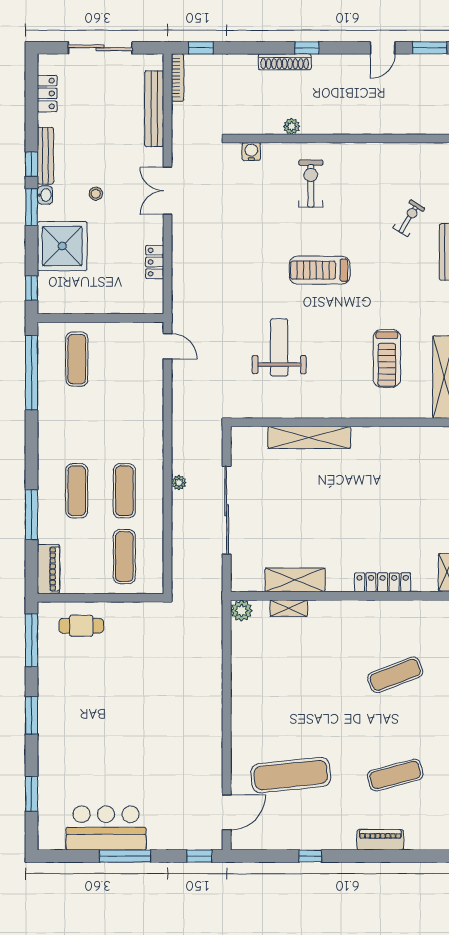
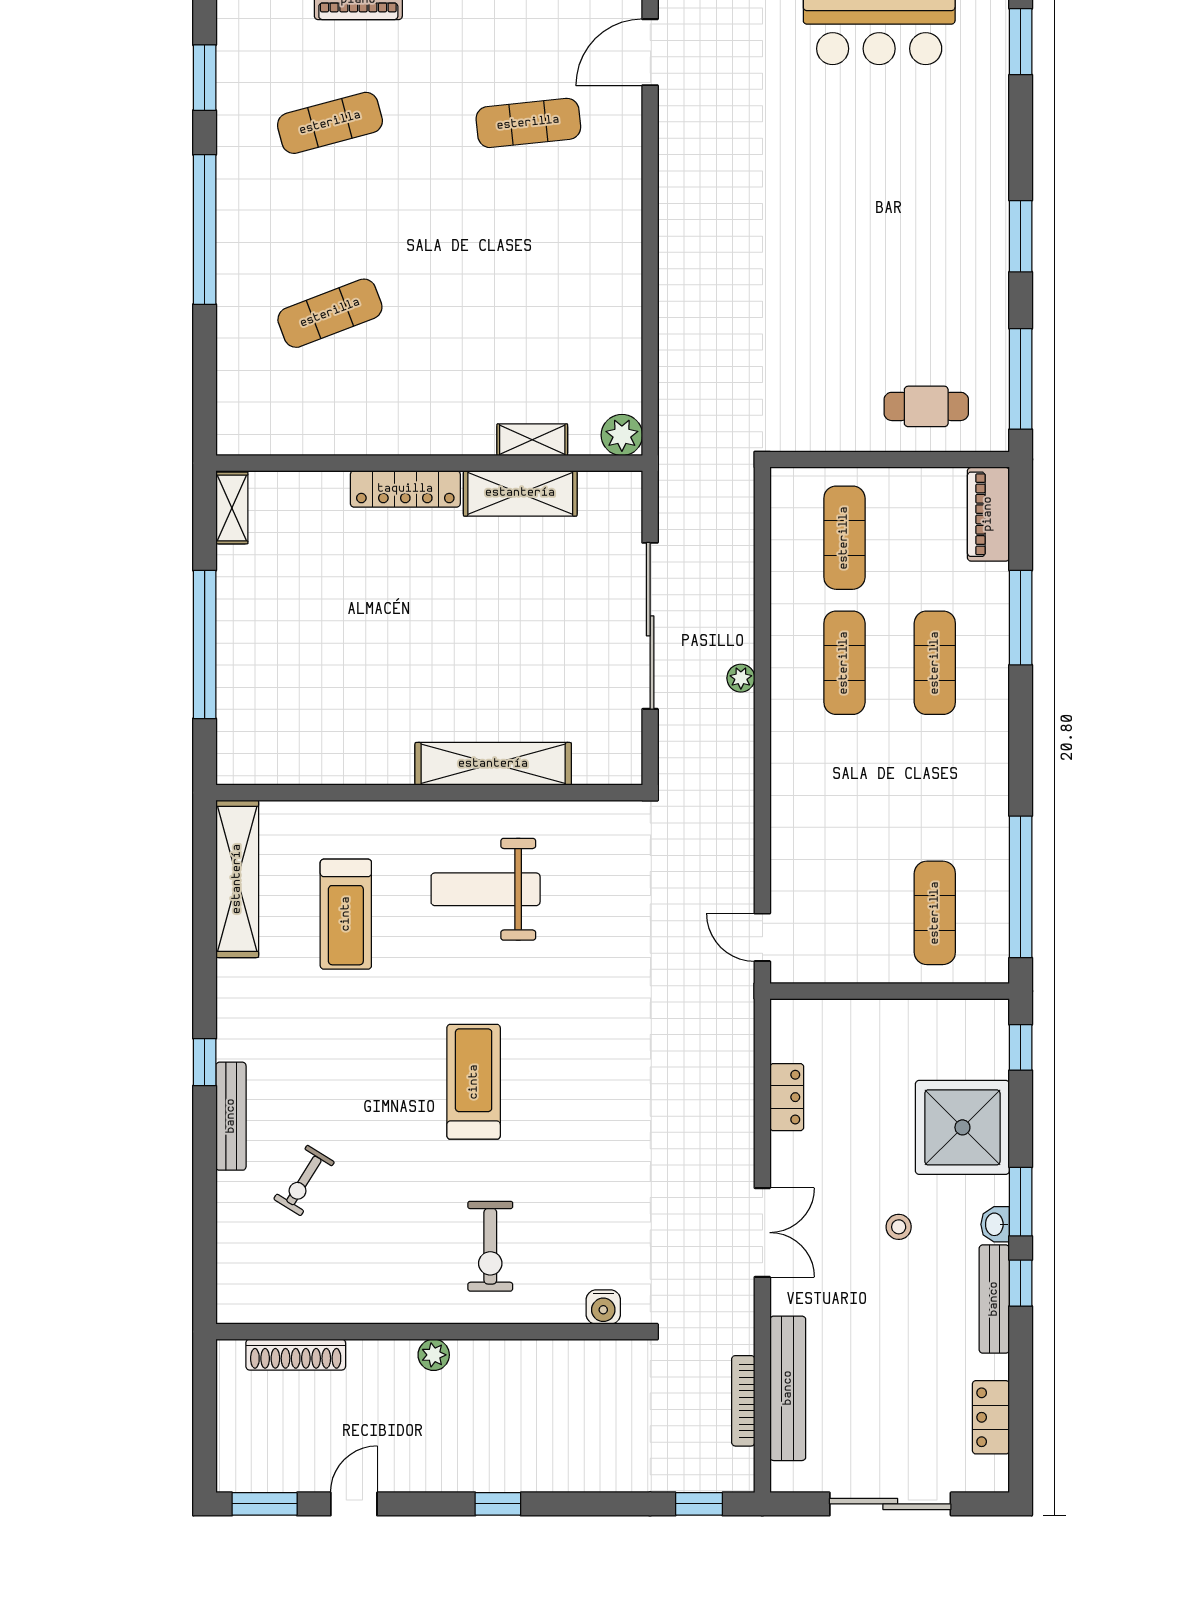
shoe rack: (285, 62) -> (296, 1355), moved, turned 180
bookcase: (178, 78) -> (743, 1401), moved
plant: (292, 126) -> (434, 1355), moved
treadmill: (320, 270) -> (474, 1082), turned -90
weight bench: (279, 347) -> (486, 889), moved, turned 90
treadmill: (387, 358) -> (346, 914), turned 180
locker: (383, 582) -> (405, 489), moved
exercise mat: (291, 775) -> (528, 123), width x0.73, depth x0.69
window: (32, 794) -> (1021, 42), moved

